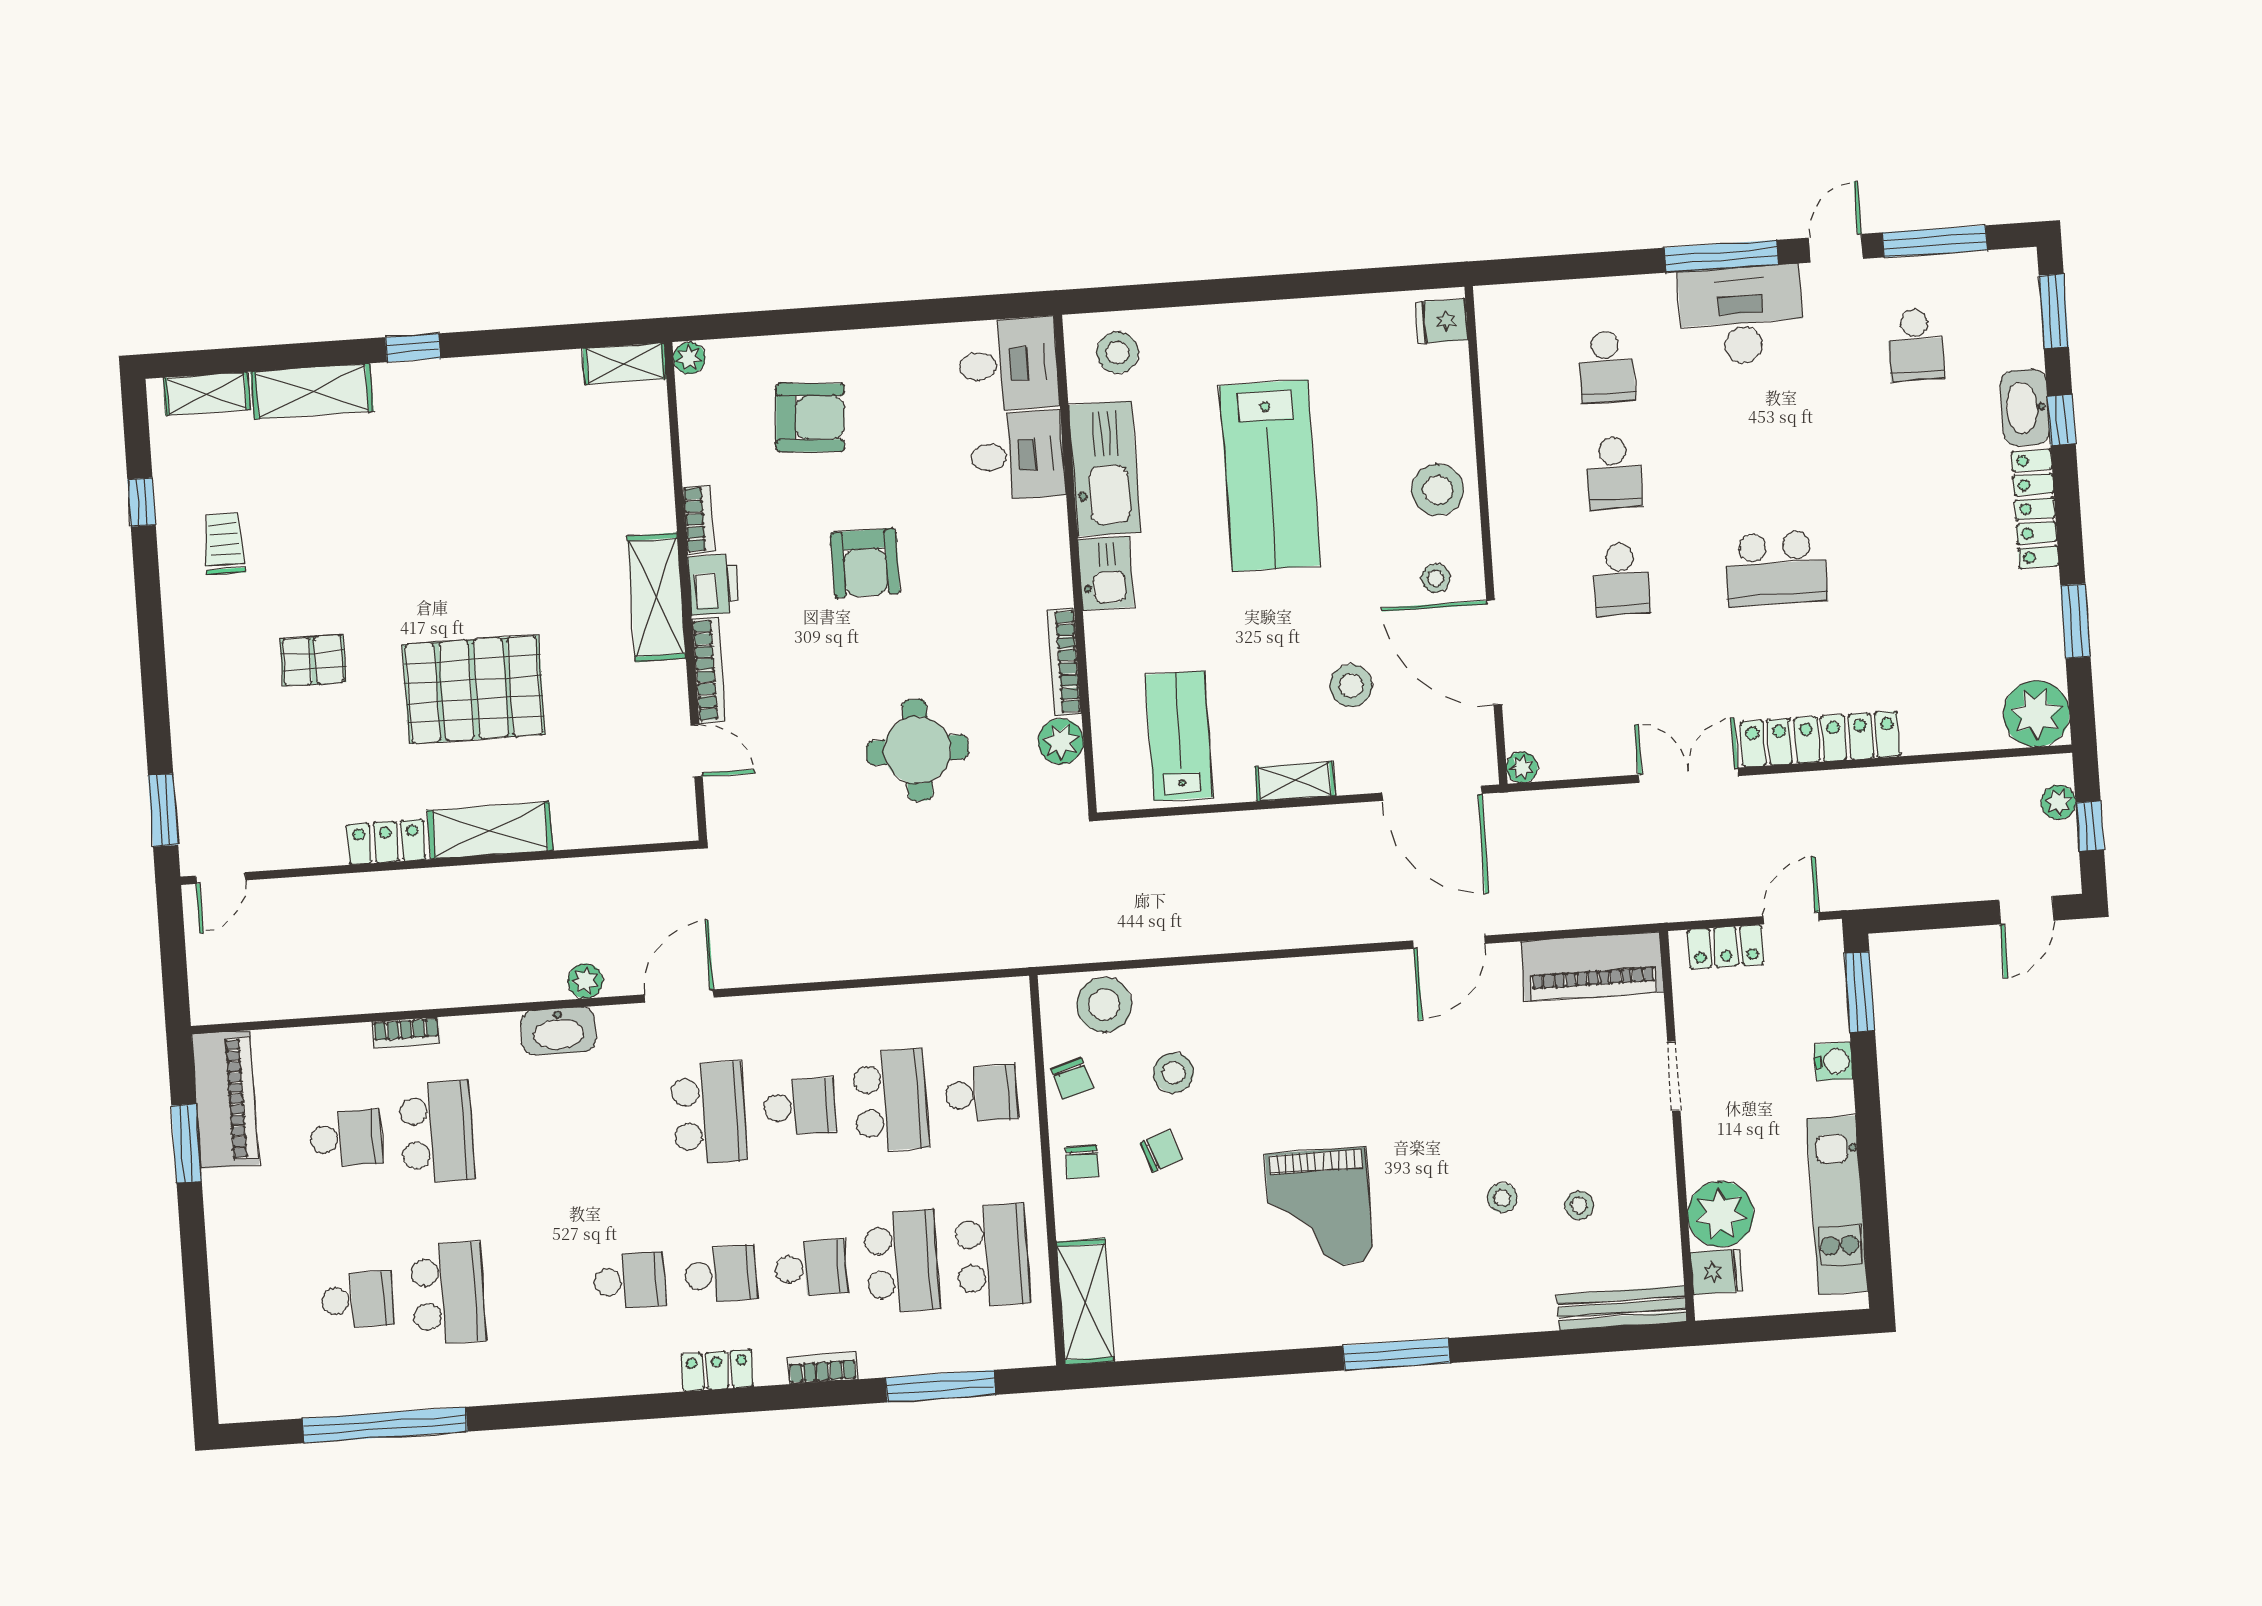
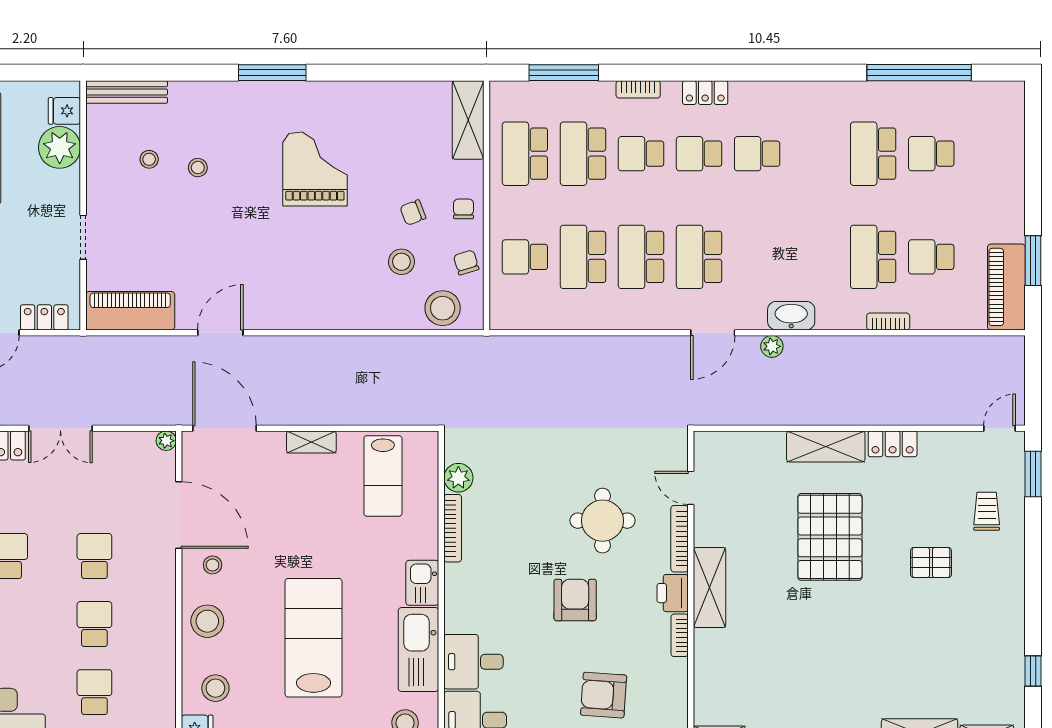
trolley: (224, 544) -> (987, 511), moved, turned 180
stool: (1351, 685) -> (215, 688), moved
pallet: (474, 689) -> (830, 537), turned 90
round table: (917, 750) -> (603, 521), moved
school desk: (800, 1107) -> (641, 257), width x1.85

